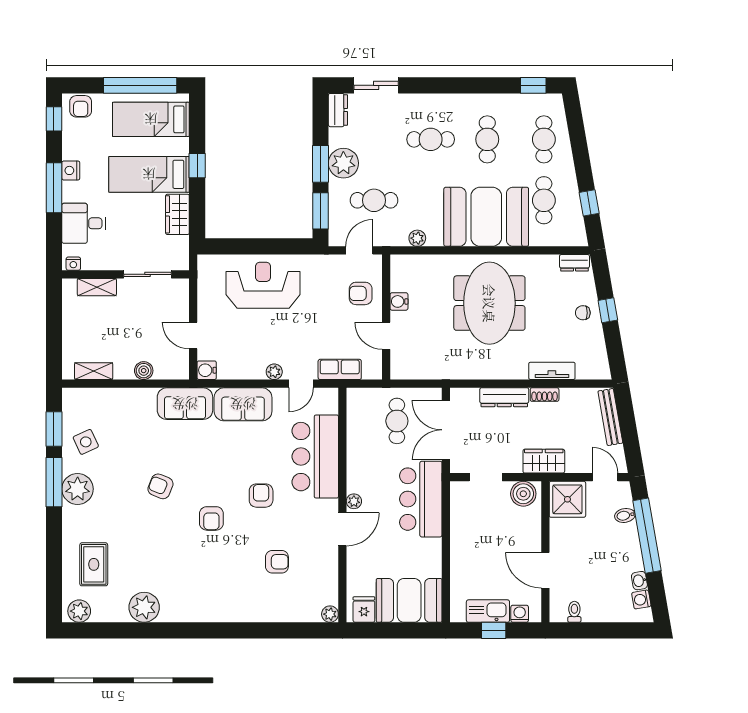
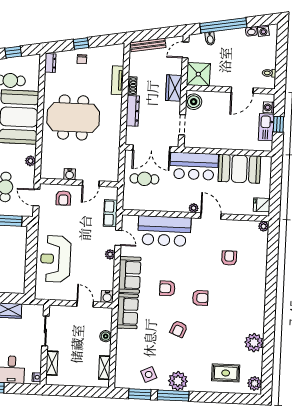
door: (193, 336) -> (85, 304), swing flipped
armchair: (261, 496) -> (167, 288), moved
booth: (409, 600) -> (239, 169), moved, turned 90

